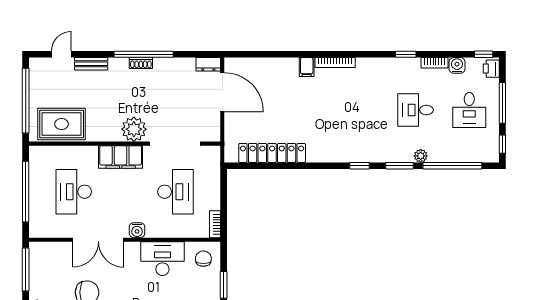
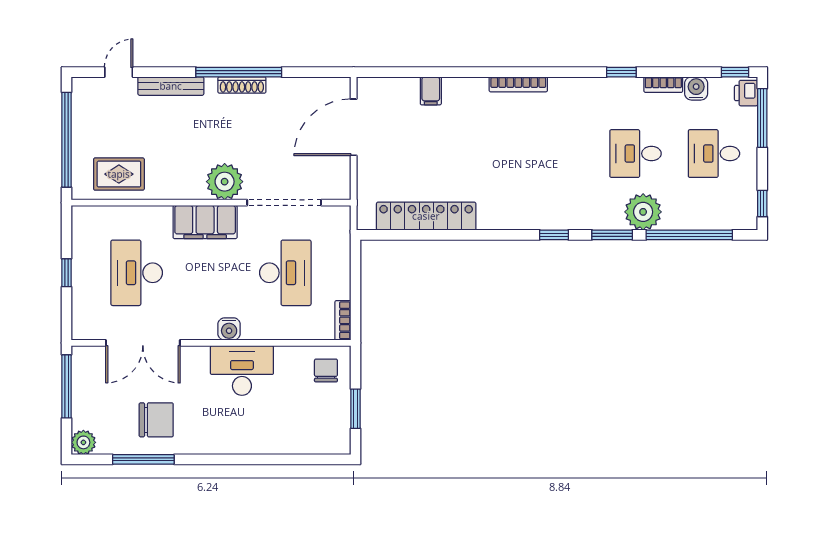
shoe rack: (141, 63) -> (242, 85), width x1.43
bench: (91, 64) -> (171, 86), width x1.36
dresser: (208, 64) -> (333, 87), removed
filing cabinet: (307, 67) -> (431, 91), moved
door: (222, 92) -> (354, 127), swing flipped
window: (502, 103) -> (762, 118), moved
desk: (469, 110) -> (714, 154), turned 90
rug: (62, 124) -> (119, 174), width x0.73, depth x0.70
plant: (421, 156) -> (643, 212), width x1.88, depth x1.88
window: (26, 192) -> (66, 273), width x0.32
double door: (98, 240) -> (143, 343), moved
desk: (162, 259) -> (242, 371), moved

